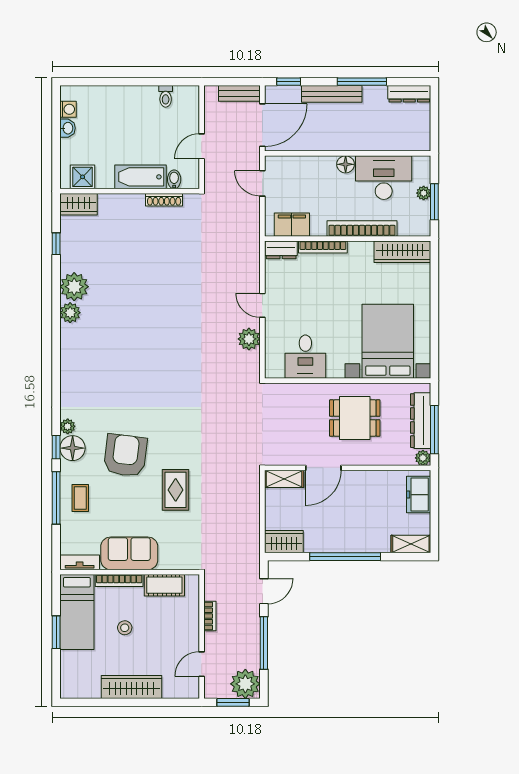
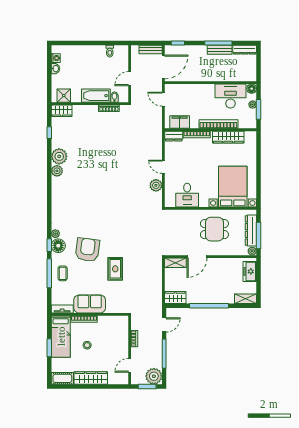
bench: (332, 94) -> (220, 50), moved, width x0.73
floor lamp: (346, 164) -> (252, 89), moved
wardrobe: (402, 252) -> (228, 137), moved
cot: (164, 585) -> (62, 378), moved

